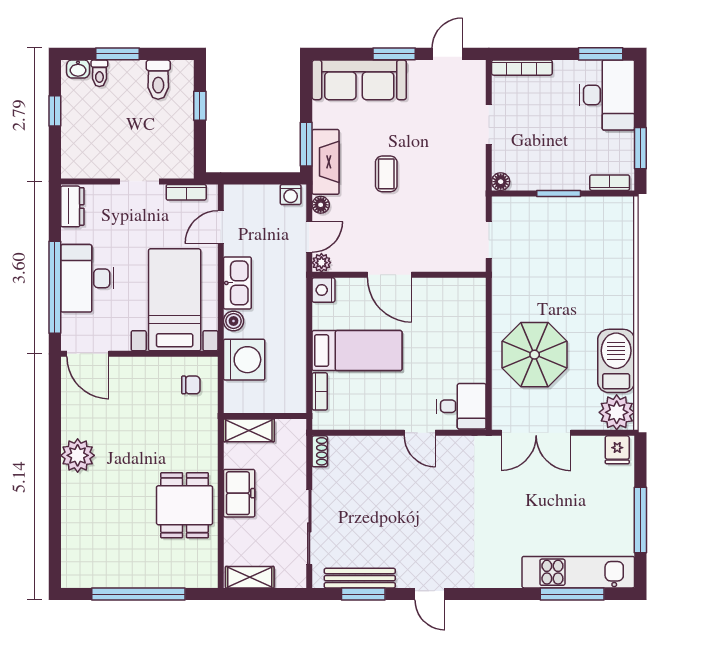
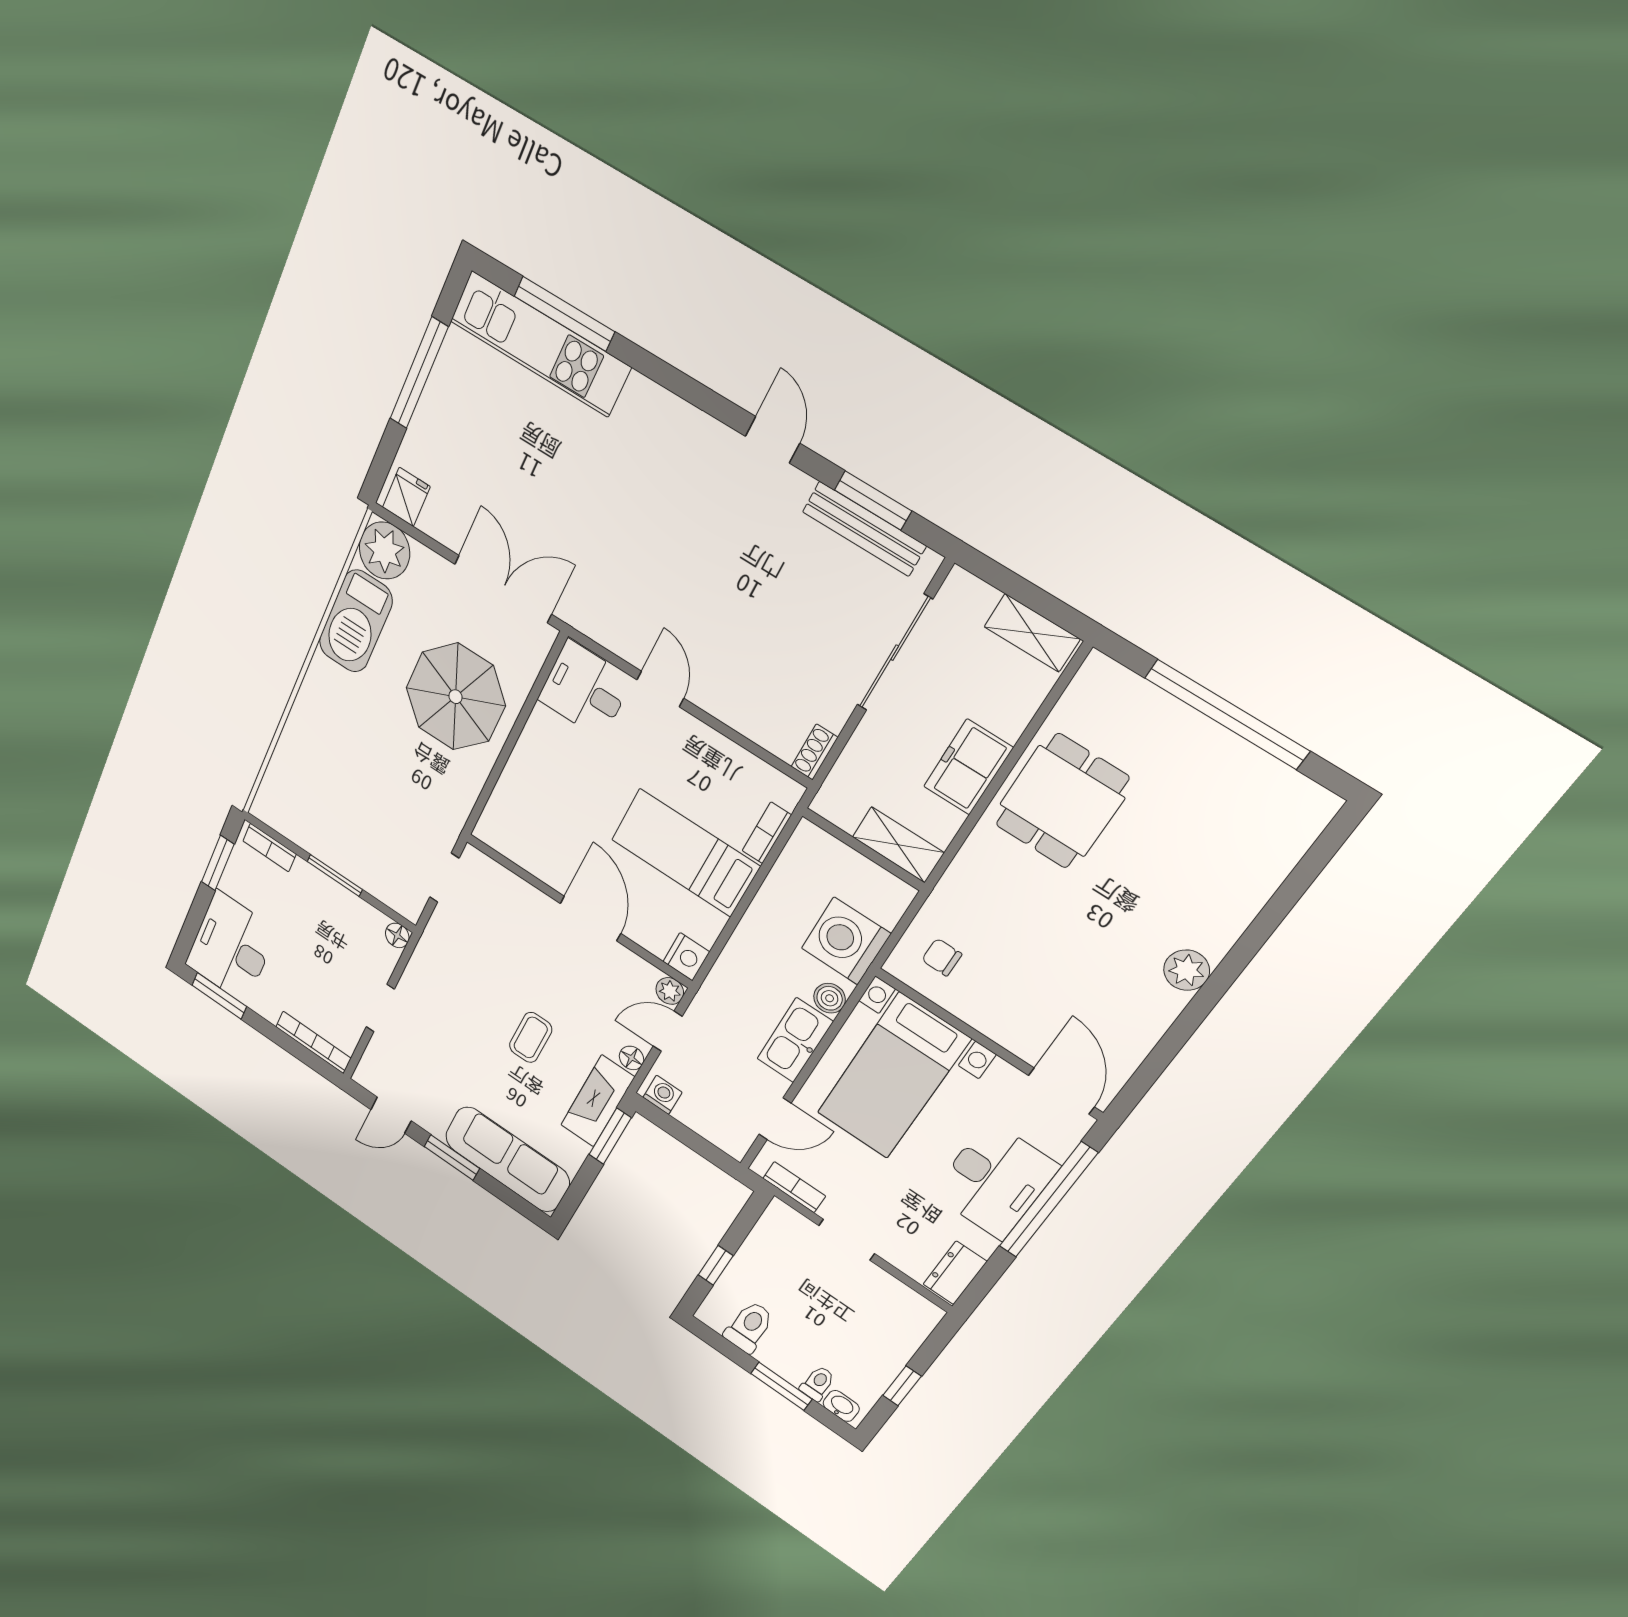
plant: (78, 455) -> (1187, 970), width x0.73, depth x0.73

